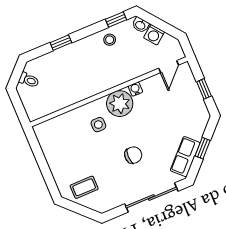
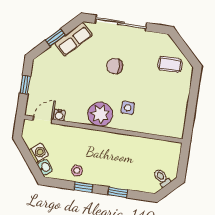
window: (116, 19) -> (83, 187), moved
water cooler: (135, 89) -> (59, 115), moved

